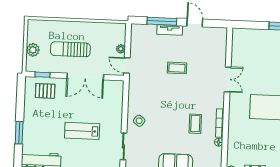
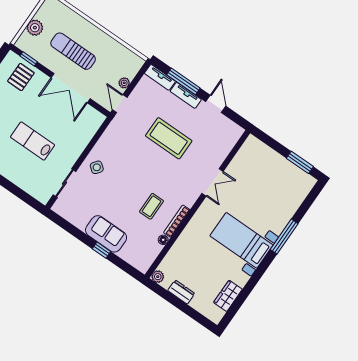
tv unit: (143, 29) -> (160, 77), added
coffee table: (177, 68) -> (169, 138), width x1.86, depth x1.72
pallet: (45, 91) -> (21, 77), turned 90

